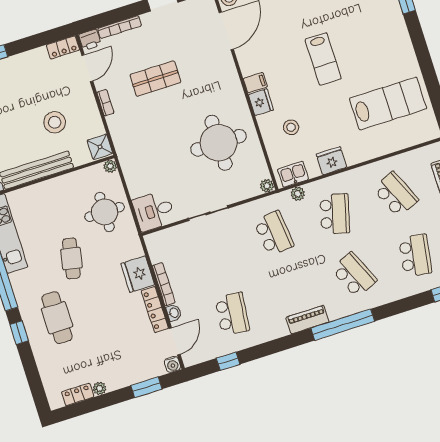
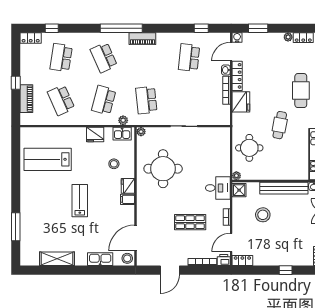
desk: (154, 211) -> (218, 188), moved

